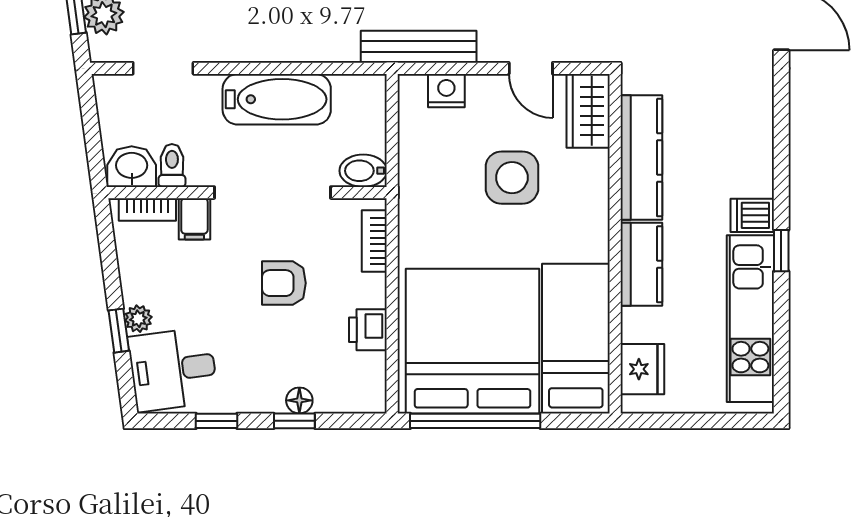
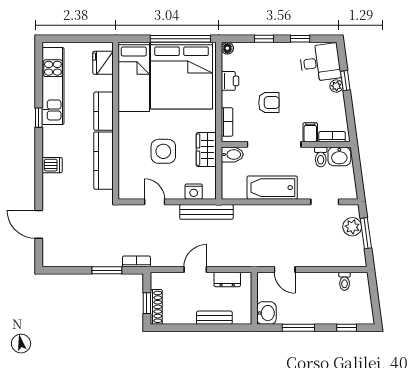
wardrobe: (588, 111) -> (206, 150), moved, turned 180
dishwasher: (752, 215) -> (52, 165), moved
floor lamp: (299, 400) -> (227, 48), moved

